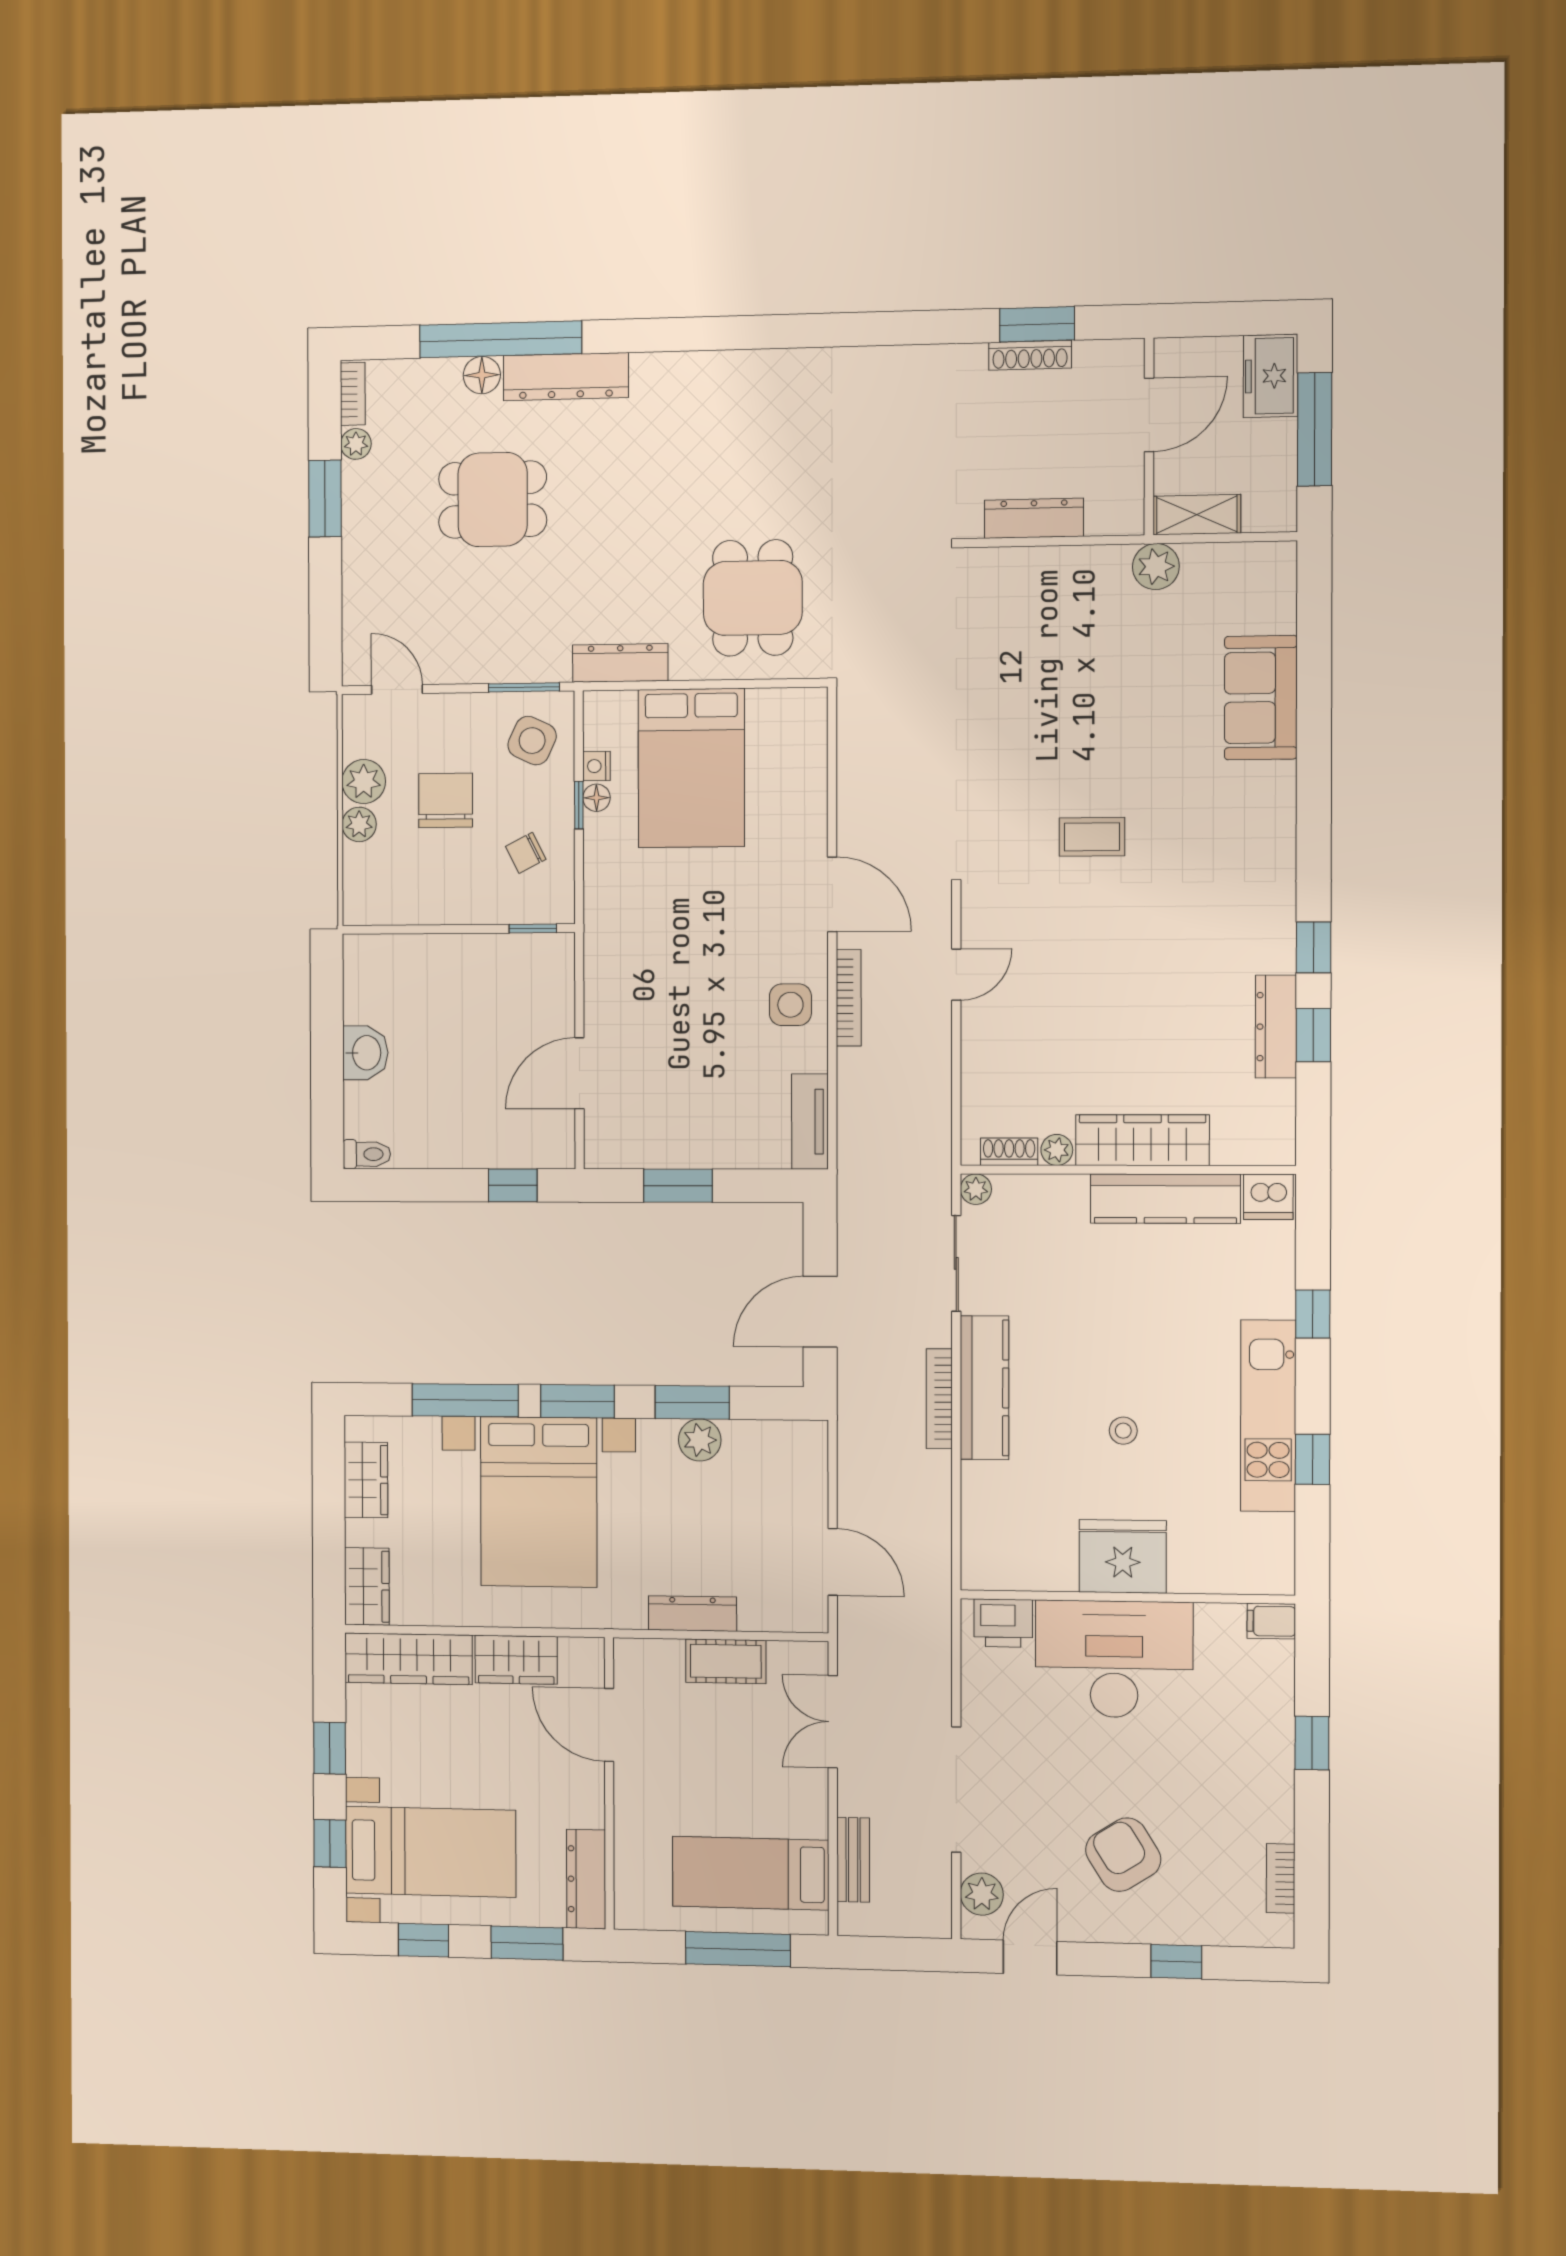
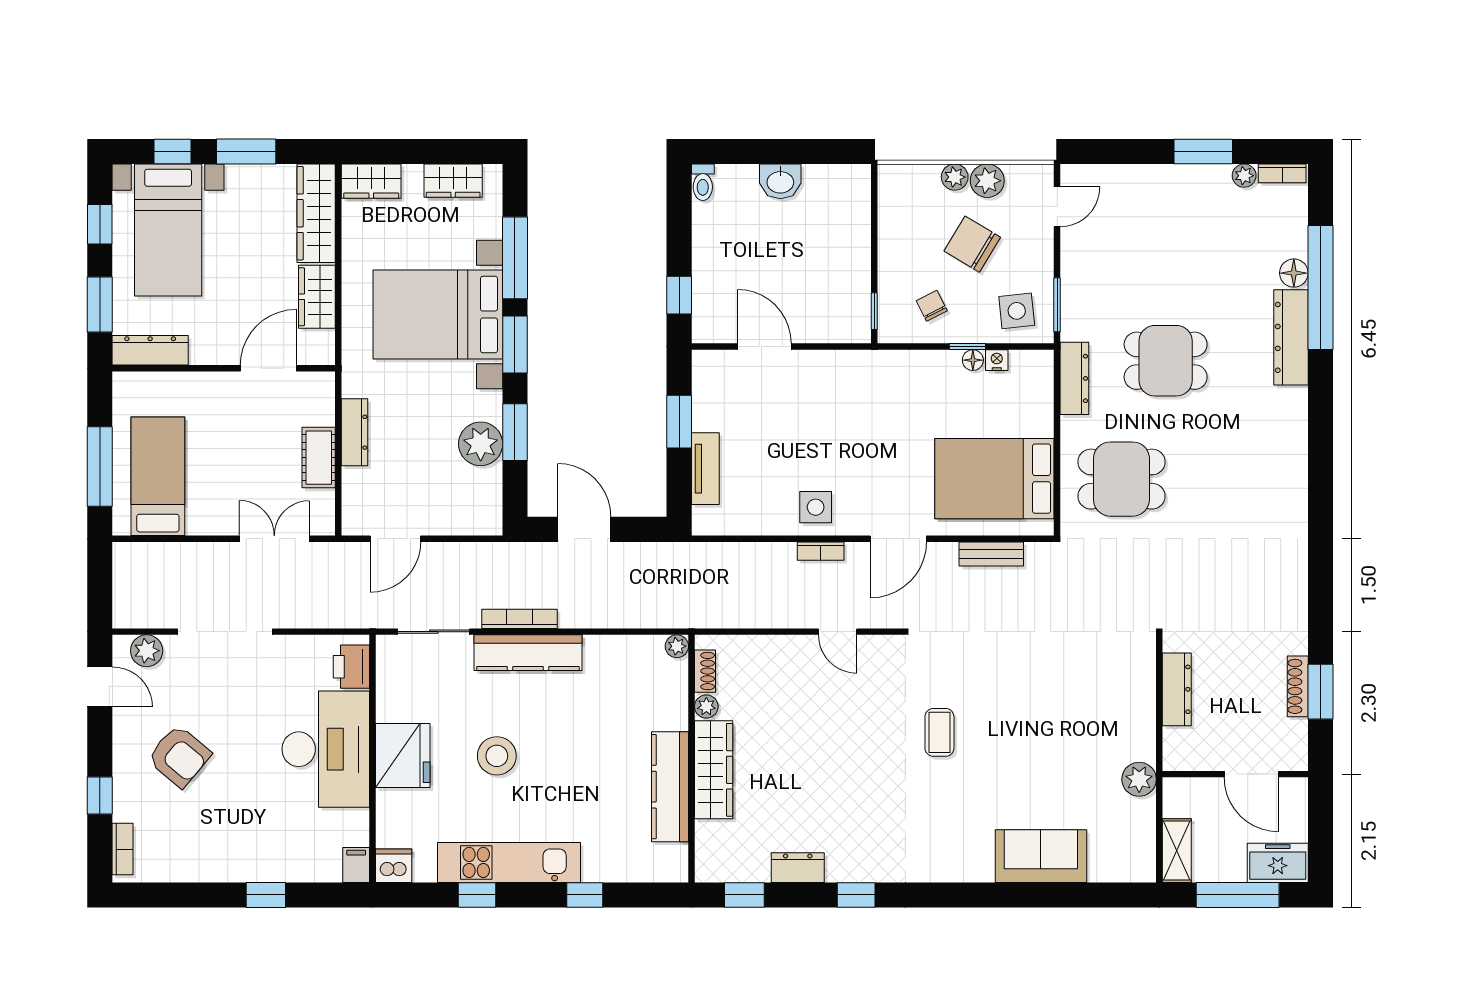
dining table: (493, 500) -> (1166, 361), moved, turned 90
shelving: (1197, 515) -> (1177, 851), moved
side table: (532, 741) -> (1017, 311), turned -31
bed: (691, 768) -> (994, 479), moved
chair: (446, 800) -> (972, 244), turned -149
bookcase: (849, 998) -> (821, 551), width x0.64
dresser: (1276, 1027) -> (798, 868), width x0.70
window: (1313, 1035) -> (744, 895), moved
tv unit: (810, 1122) -> (705, 469), moved, turned 90
dishwasher: (1268, 1197) -> (394, 866), moved, turned 90
sliding door: (956, 1263) -> (434, 632), moved
stool: (1123, 1431) -> (497, 756), width x1.89, depth x1.89
plant: (700, 1440) -> (481, 444), width x1.36, depth x1.36
window: (330, 1748) -> (246, 151), width x1.50
armchair: (1123, 1855) -> (179, 756), turned 72
bench: (853, 1860) -> (991, 554), moved
bookcase: (1281, 1878) -> (123, 849), moved, turned 90

